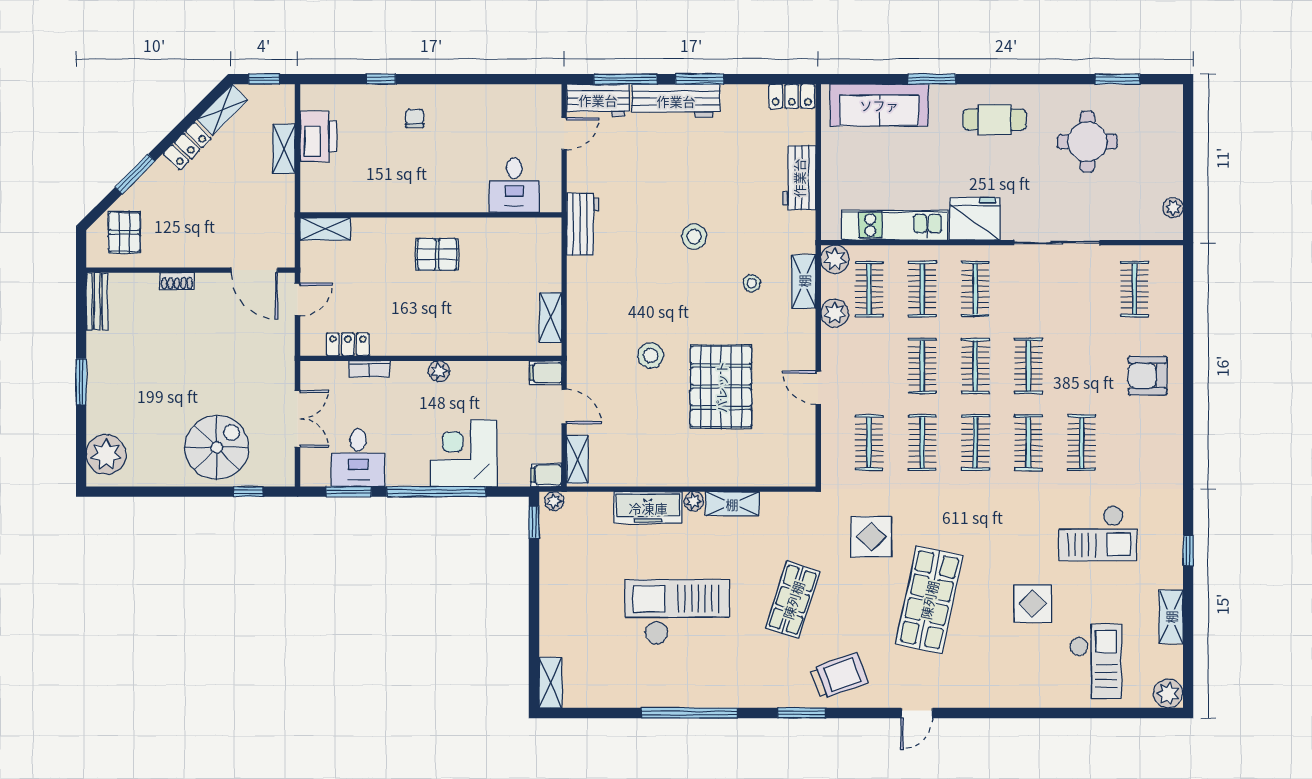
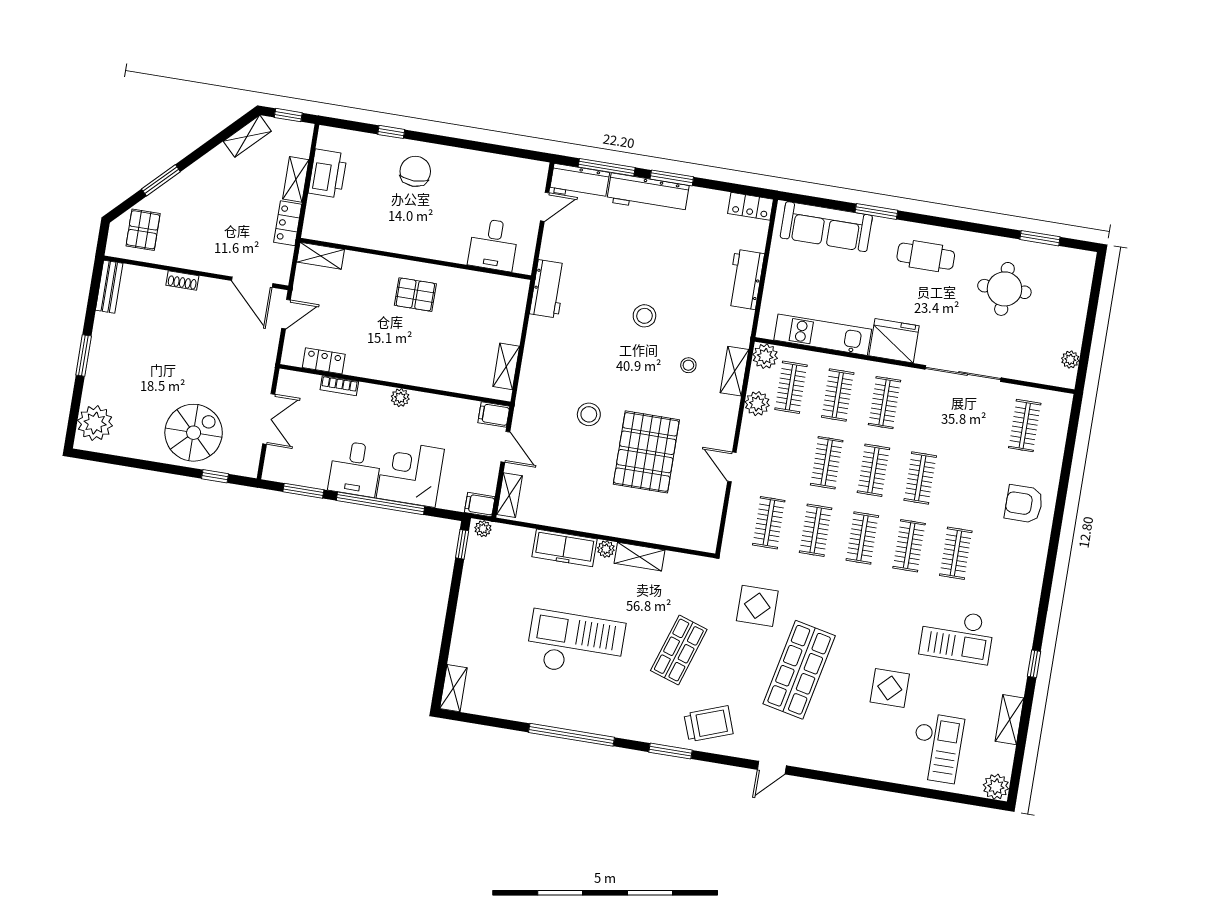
chair: (415, 118) -> (415, 171), width x1.87, depth x1.87
locker: (187, 146) -> (288, 223), moved, turned 135
desk: (358, 458) -> (355, 469), moved

